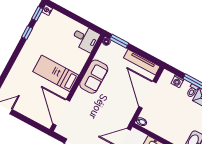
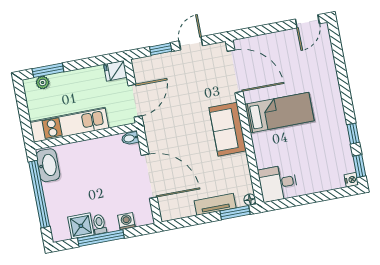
tv unit: (142, 62) -> (215, 204), moved, width x0.71
sofa: (94, 77) -> (228, 129), moved

